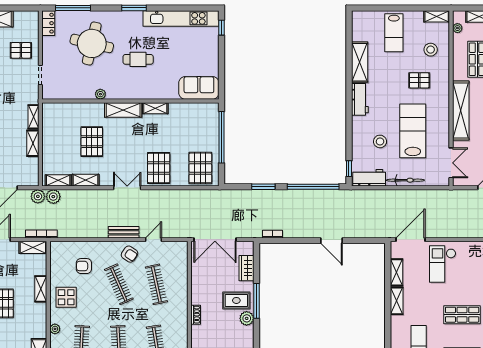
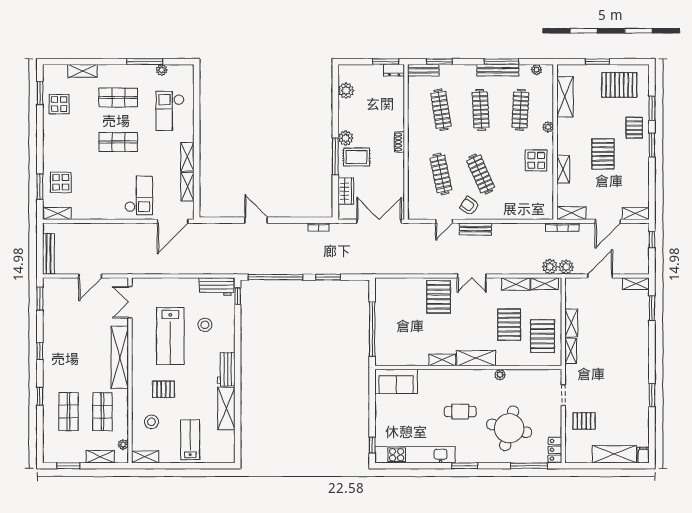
pallet: (200, 168) -> (542, 336), moved
bicycle: (405, 180) -> (178, 284), removed
armchair: (84, 266) -> (517, 193), removed

